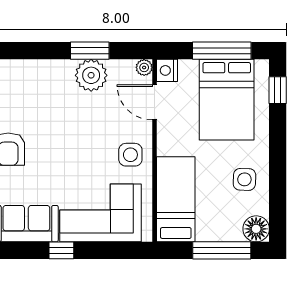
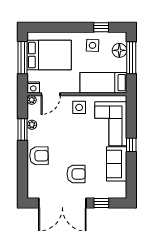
plant: (91, 75) -> (32, 125), width x0.53, depth x0.53
armchair: (42, 81) -> (39, 156), added
window: (278, 90) -> (101, 27), moved
floor lamp: (256, 229) -> (119, 50), moved

